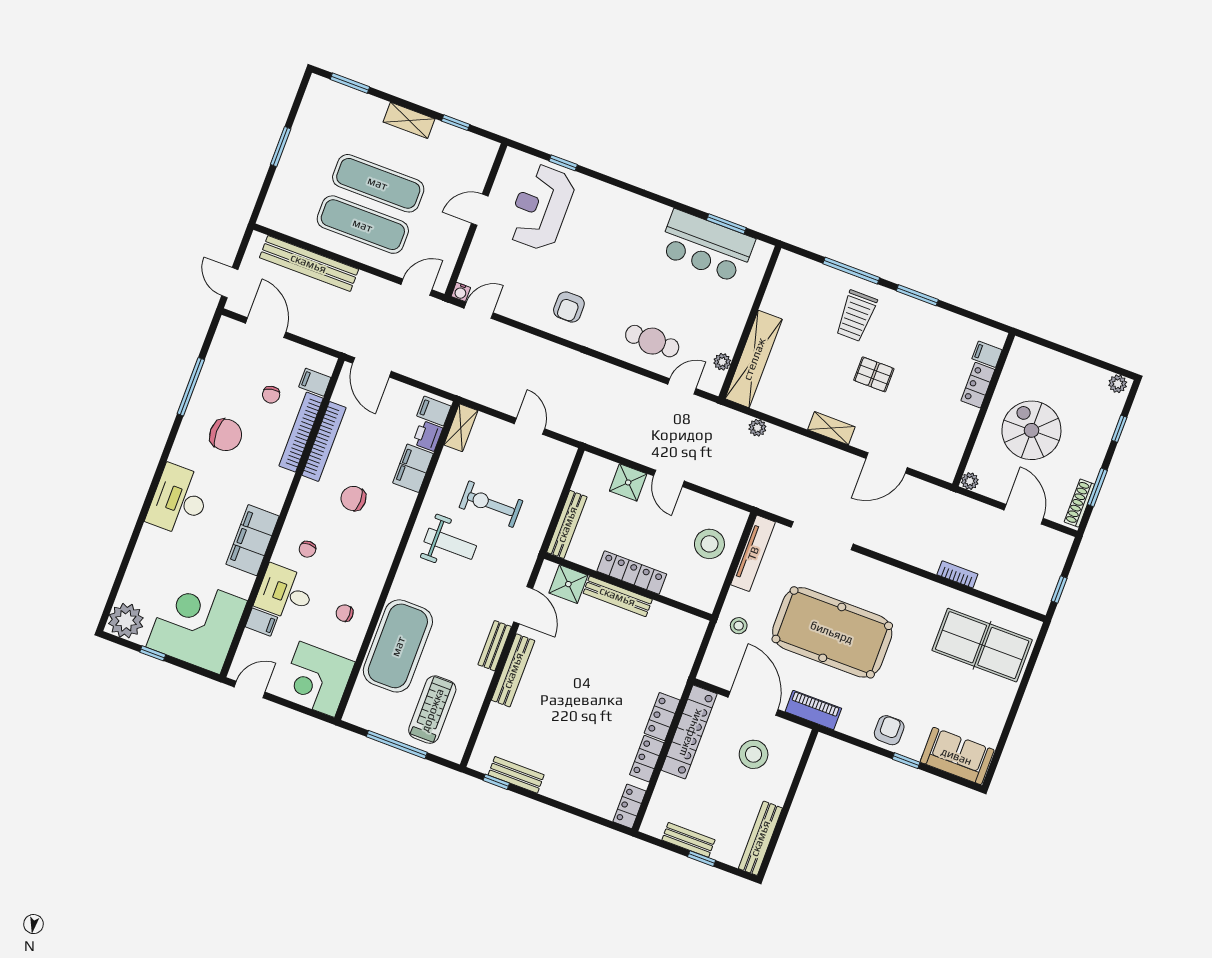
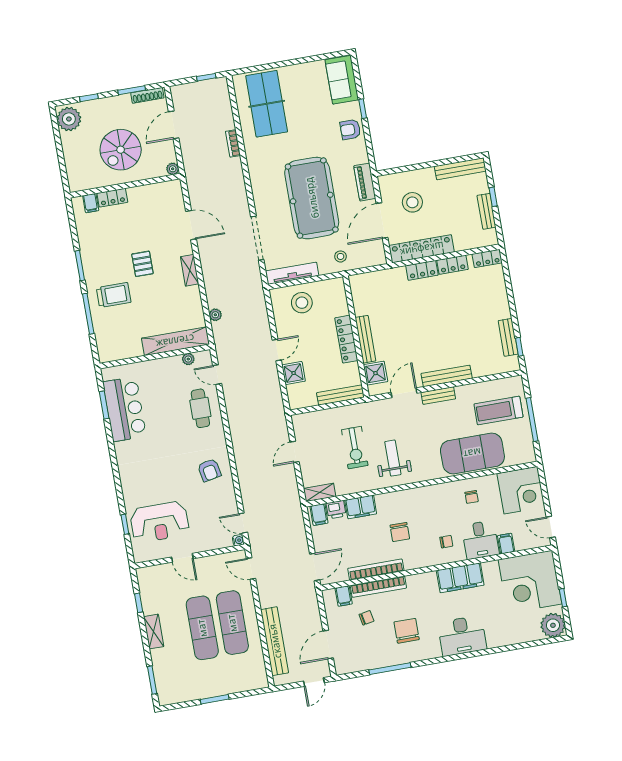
armchair: (569, 307) -> (209, 470), turned 79
plant: (1118, 384) -> (69, 119), width x1.87, depth x1.87

